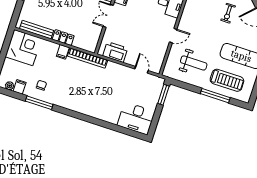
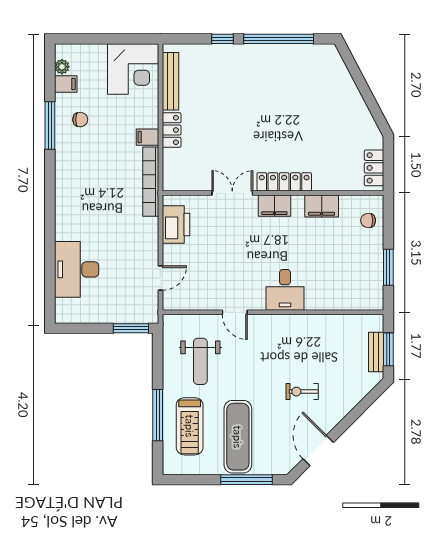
desk: (136, 118) -> (77, 269), moved

